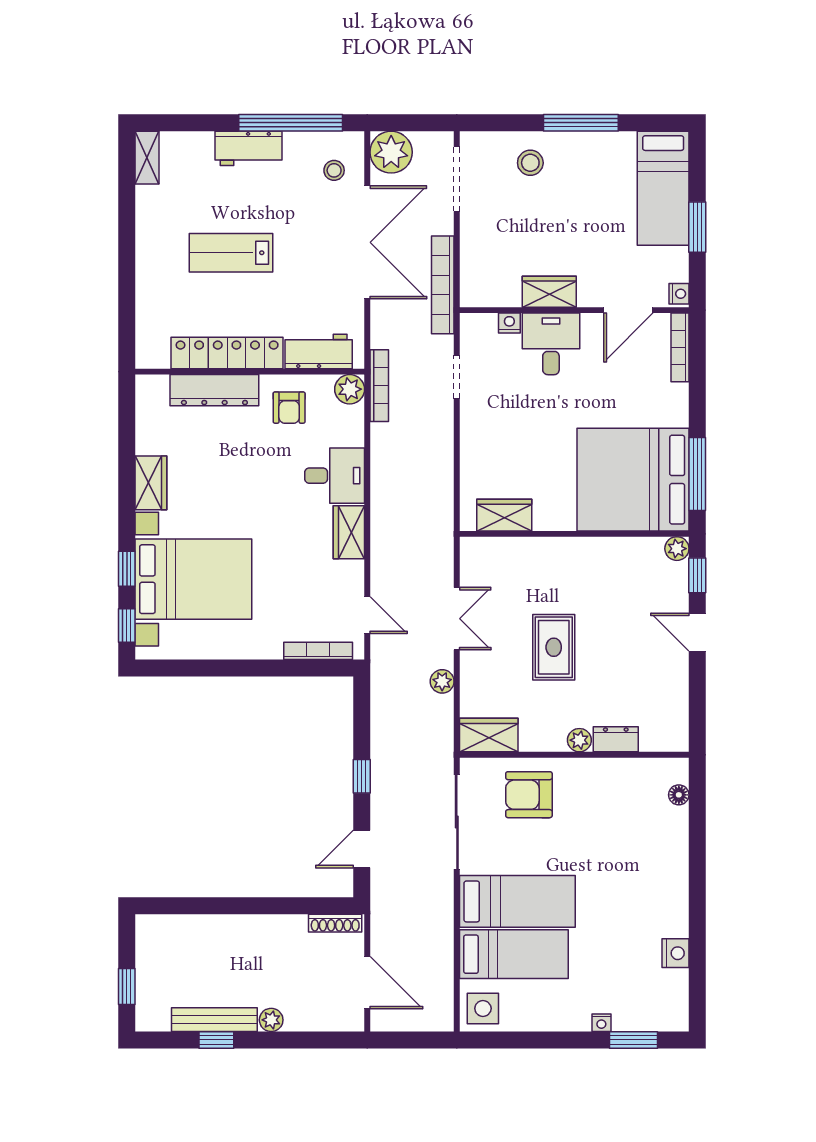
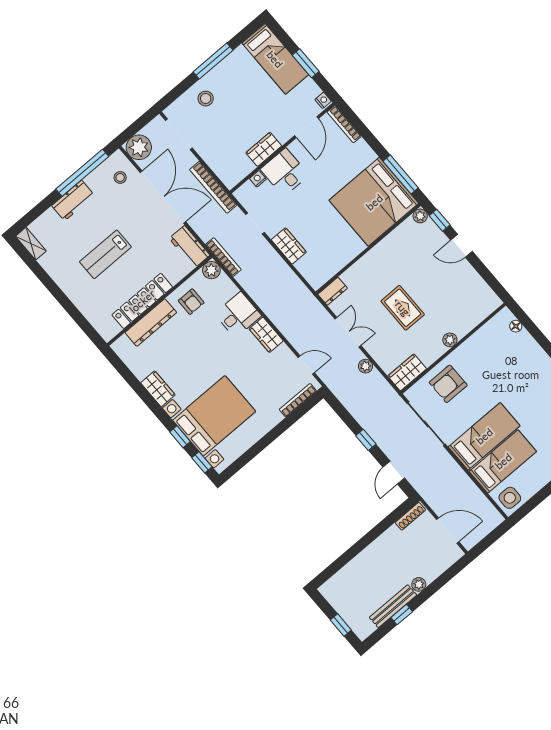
workbench: (319, 352) -> (190, 247), moved, turned -90
wardrobe: (504, 515) -> (289, 246), moved, turned 90
dresser: (616, 739) -> (333, 291), moved, turned 180

